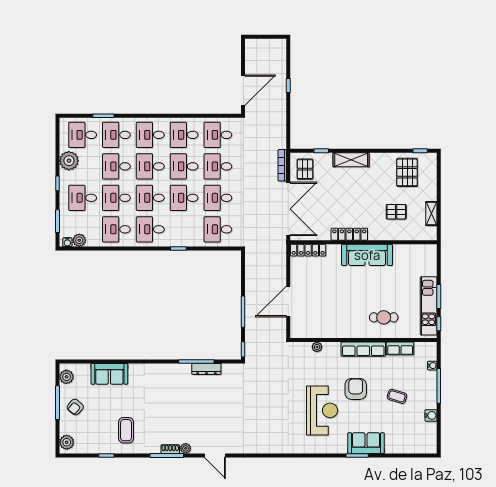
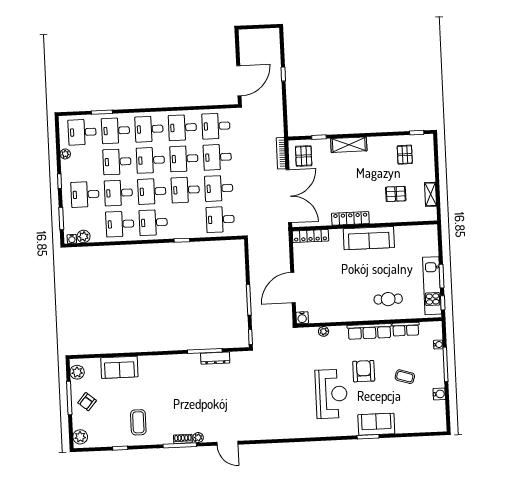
plant: (69, 161) -> (65, 154), width x0.53, depth x0.53
pallet: (407, 172) -> (405, 155), width x0.67, depth x0.71
water cooler: (296, 332) -> (302, 318), added

